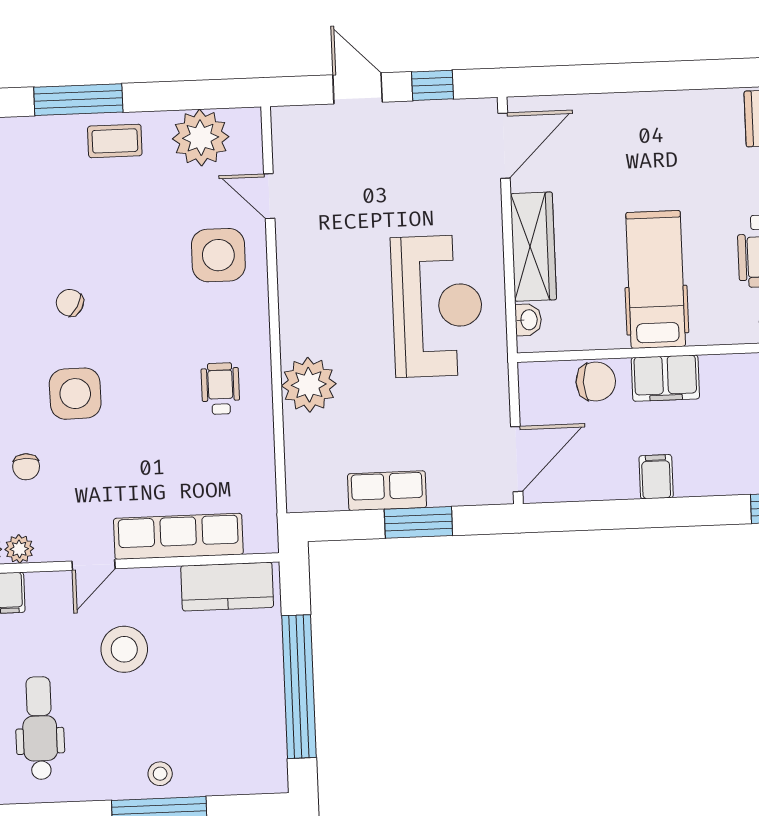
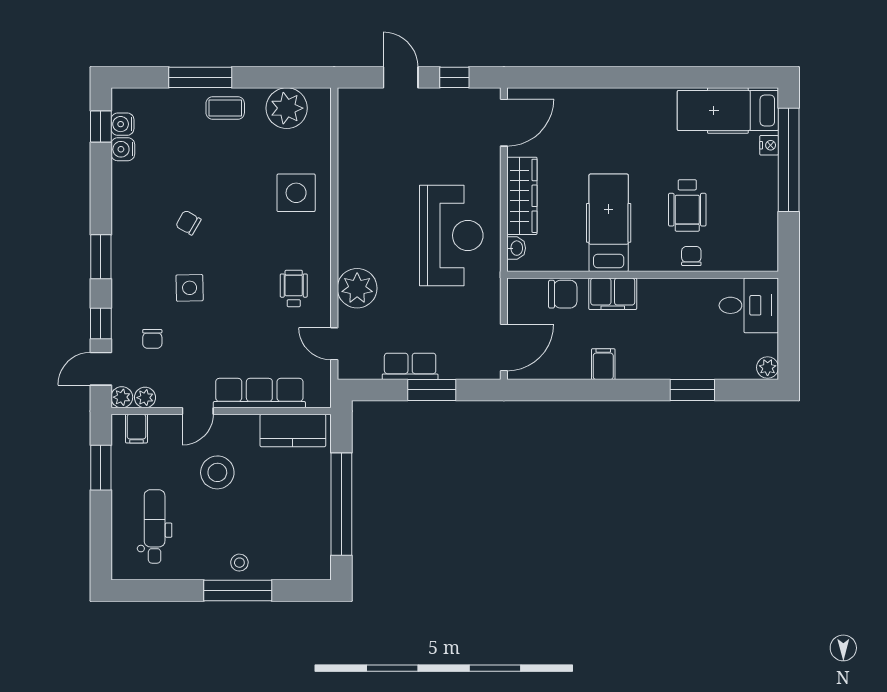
door: (269, 196) -> (334, 344), moved
side table: (75, 394) -> (190, 288), width x0.73, depth x0.73

